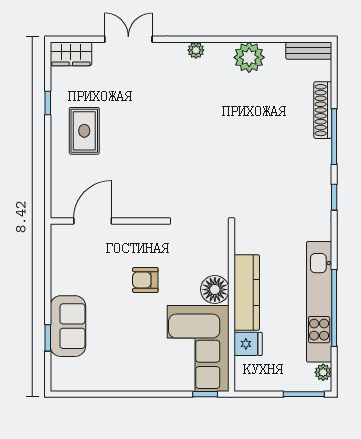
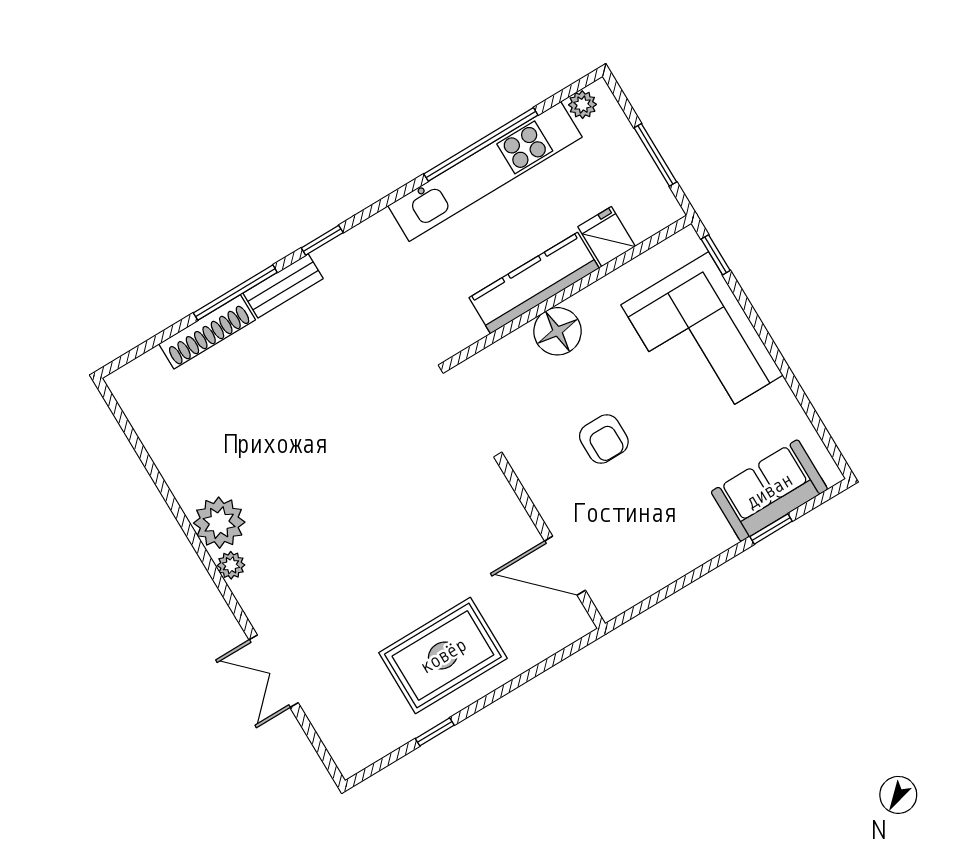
bench: (309, 51) -> (283, 286), moved, turned 90
wardrobe: (71, 54) -> (344, 741), removed
plant: (249, 57) -> (219, 523), moved
rug: (84, 131) -> (443, 656), width x1.36, depth x1.43
sofa: (68, 326) -> (769, 491), moved
corner sofa: (198, 348) -> (702, 340), moved, turned 90
window: (304, 394) -> (655, 155), moved

